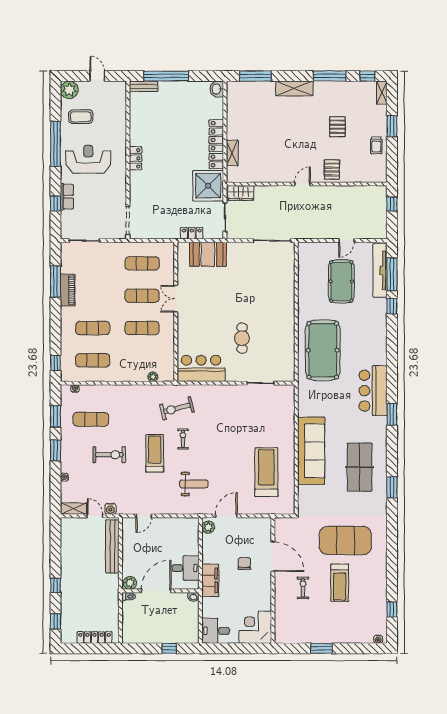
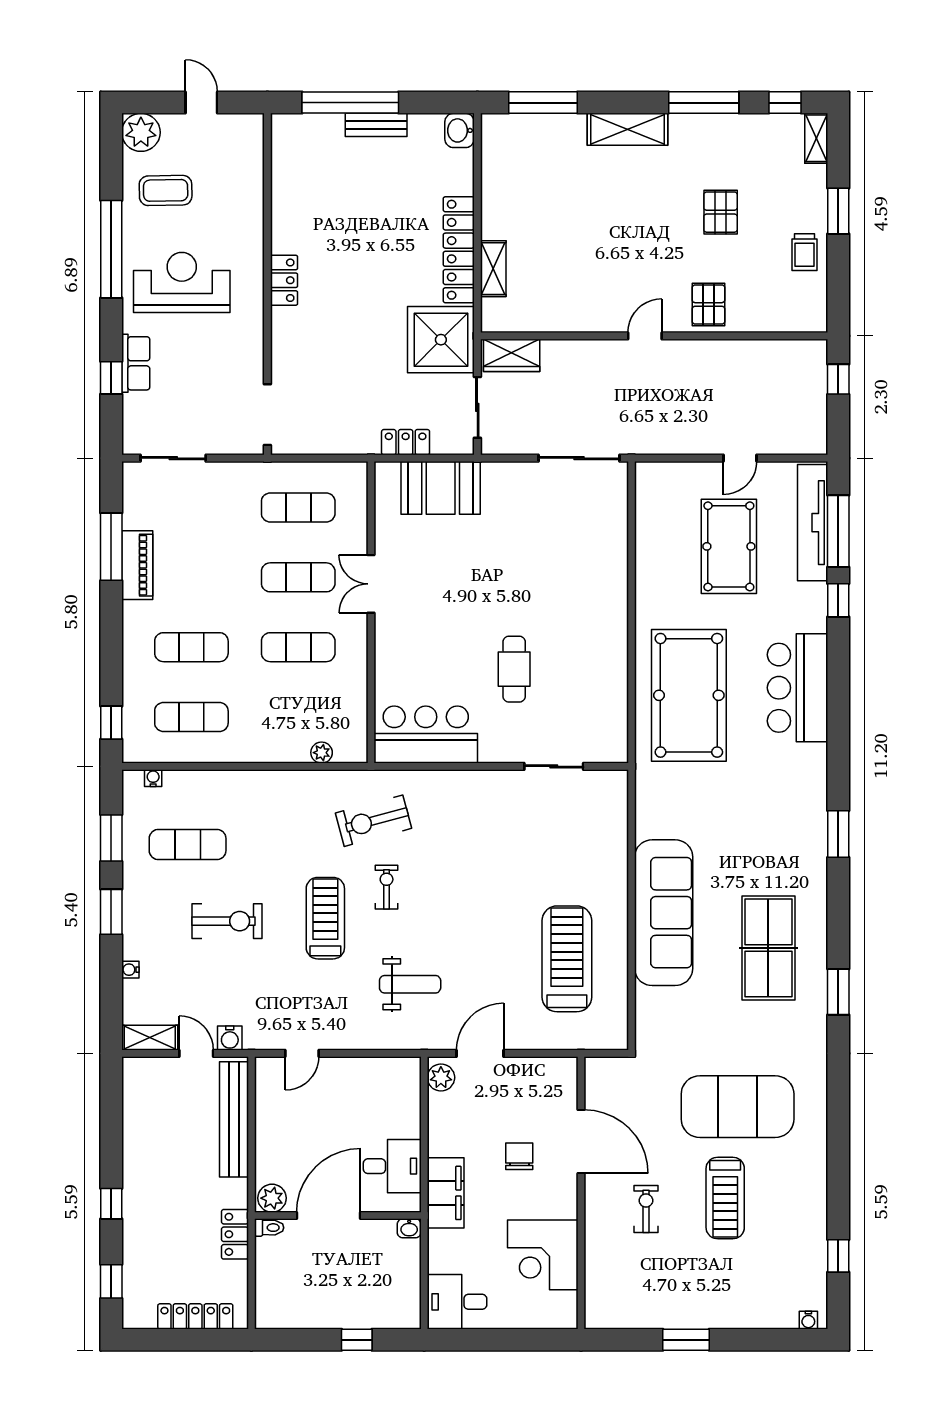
bench: (144, 86) -> (376, 125), moved
bar counter: (373, 391) -> (798, 688), moved
locker: (113, 600) -> (235, 1234), added
corner desk: (255, 627) -> (543, 1255), moved, turned -90

